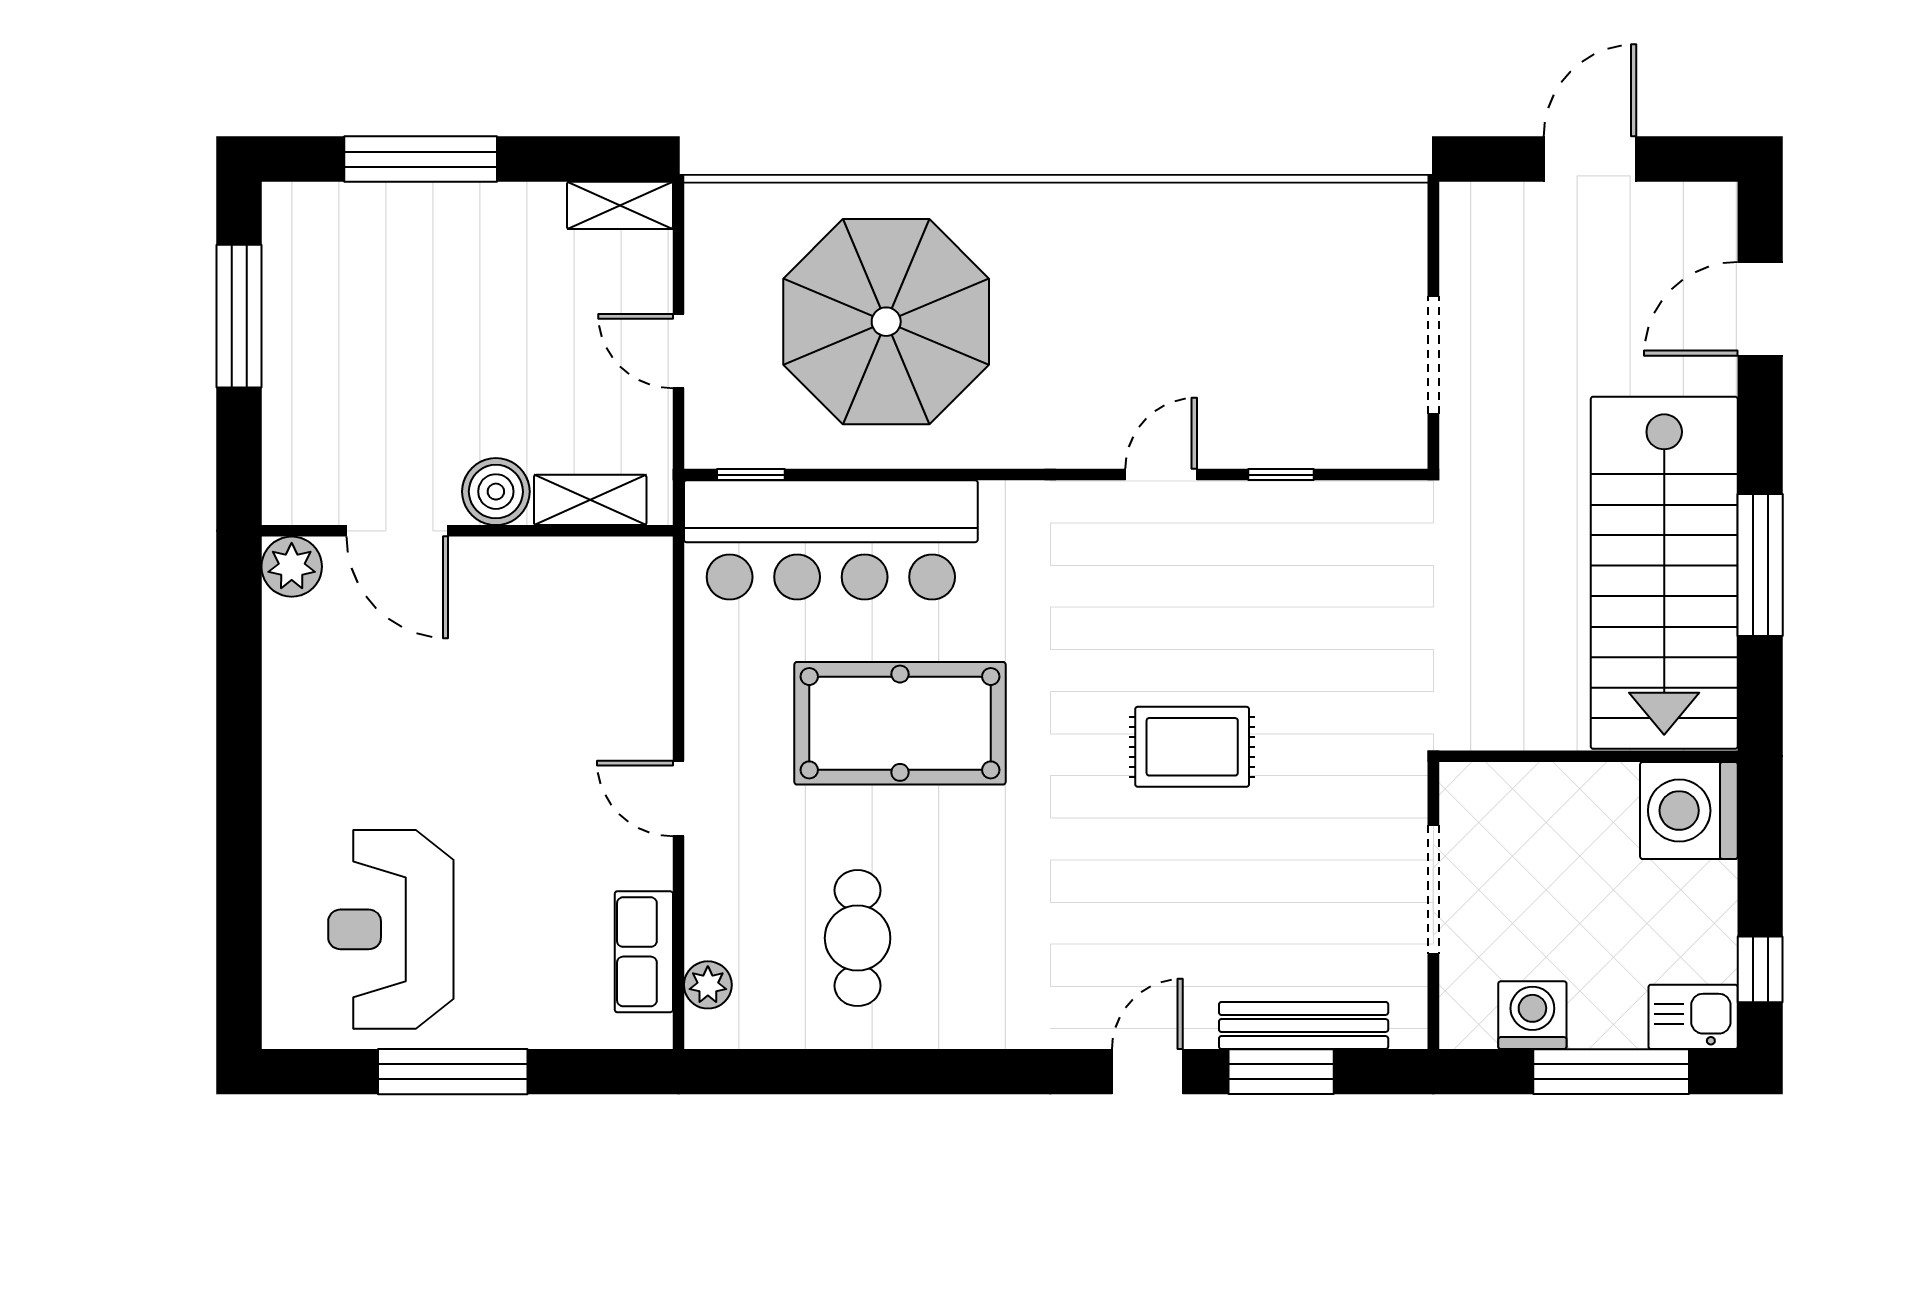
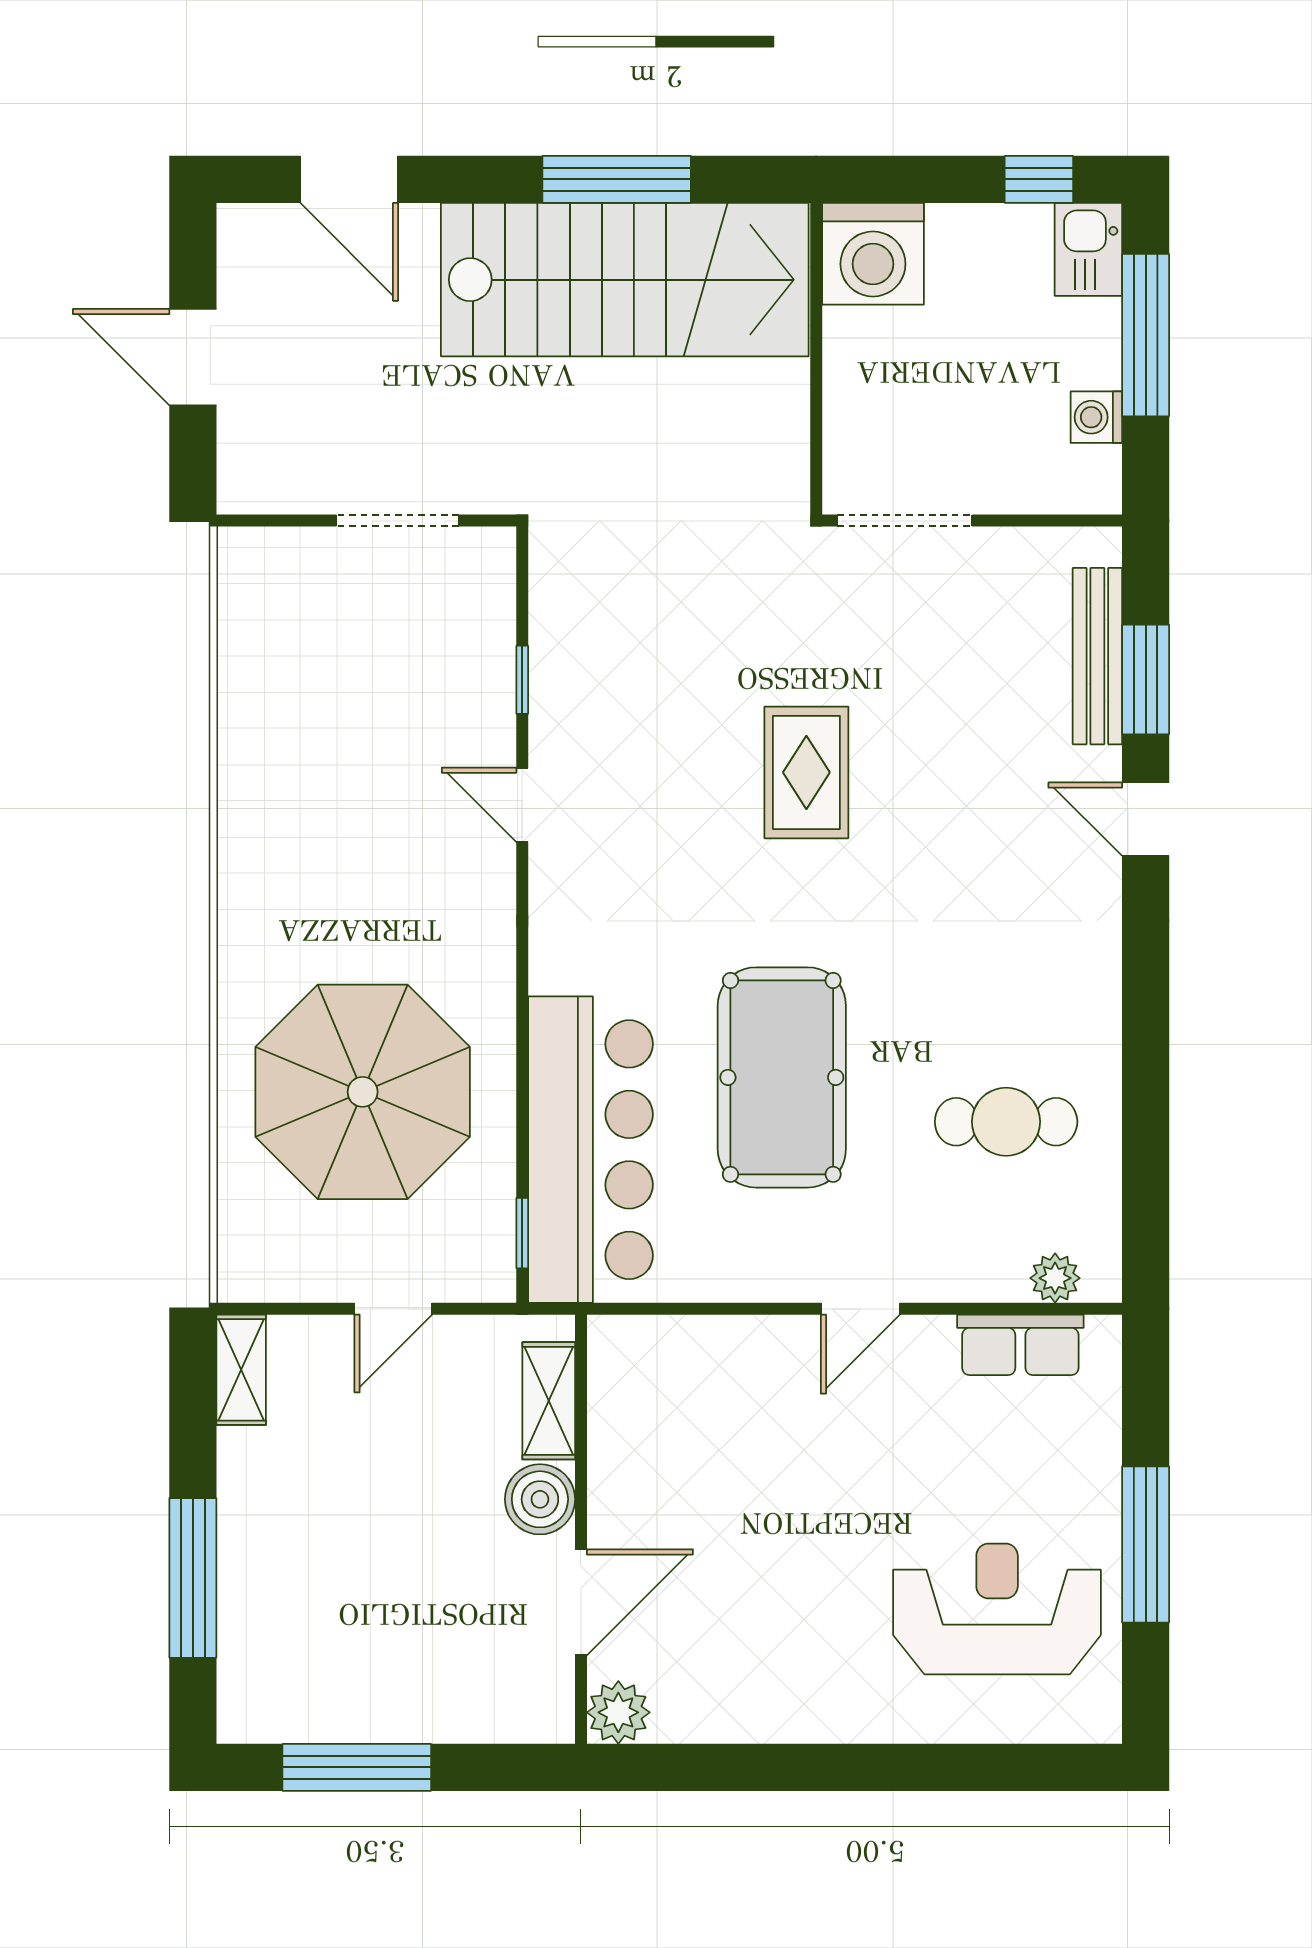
doorway: (1433, 890) -> (905, 521), moved
reception desk: (391, 929) -> (997, 1609), turned 180
washing machine: (1532, 1015) -> (1096, 417), width x0.73, depth x0.73

